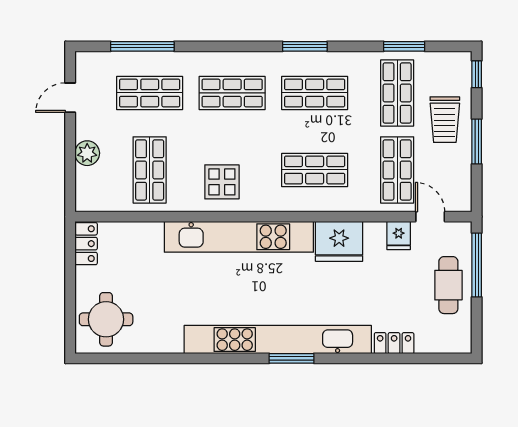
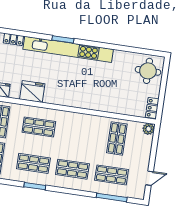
plant: (87, 153) -> (149, 129), moved
display table: (222, 182) -> (84, 128), removed
kitchen unit: (239, 237) -> (79, 101), removed

